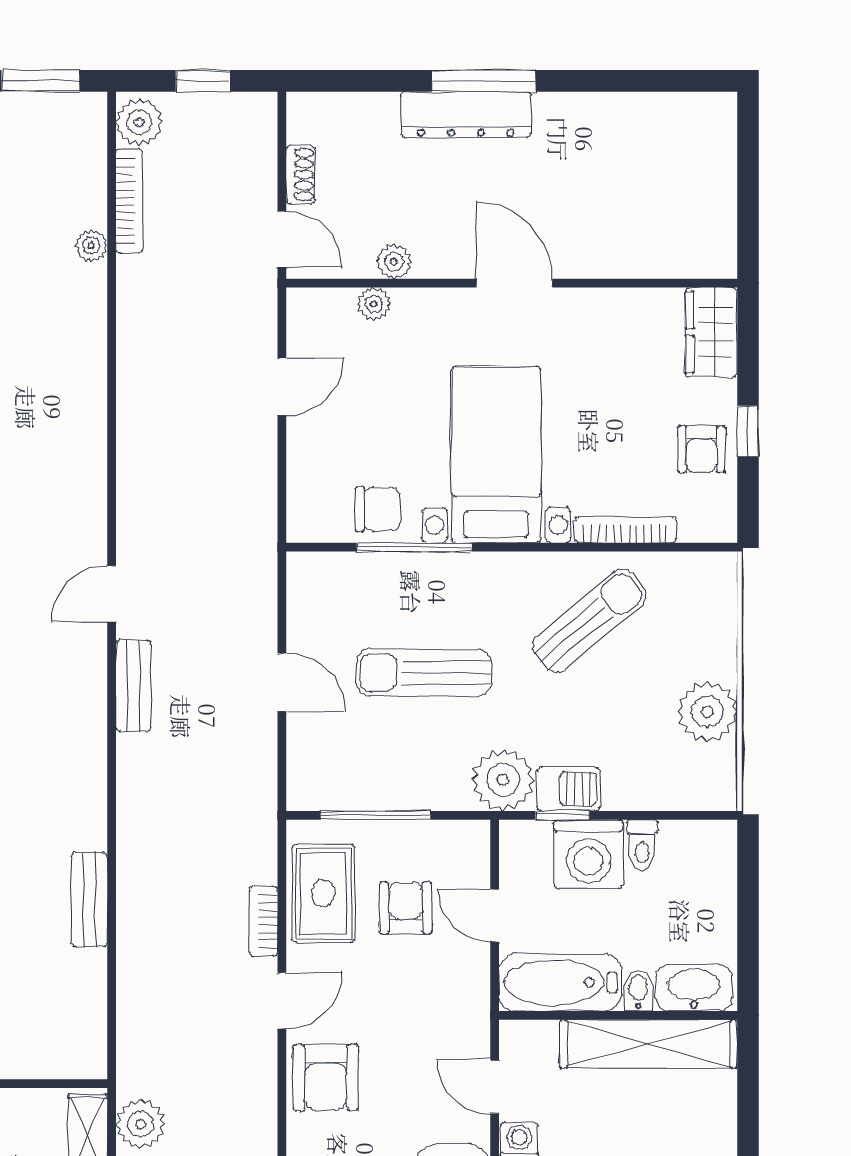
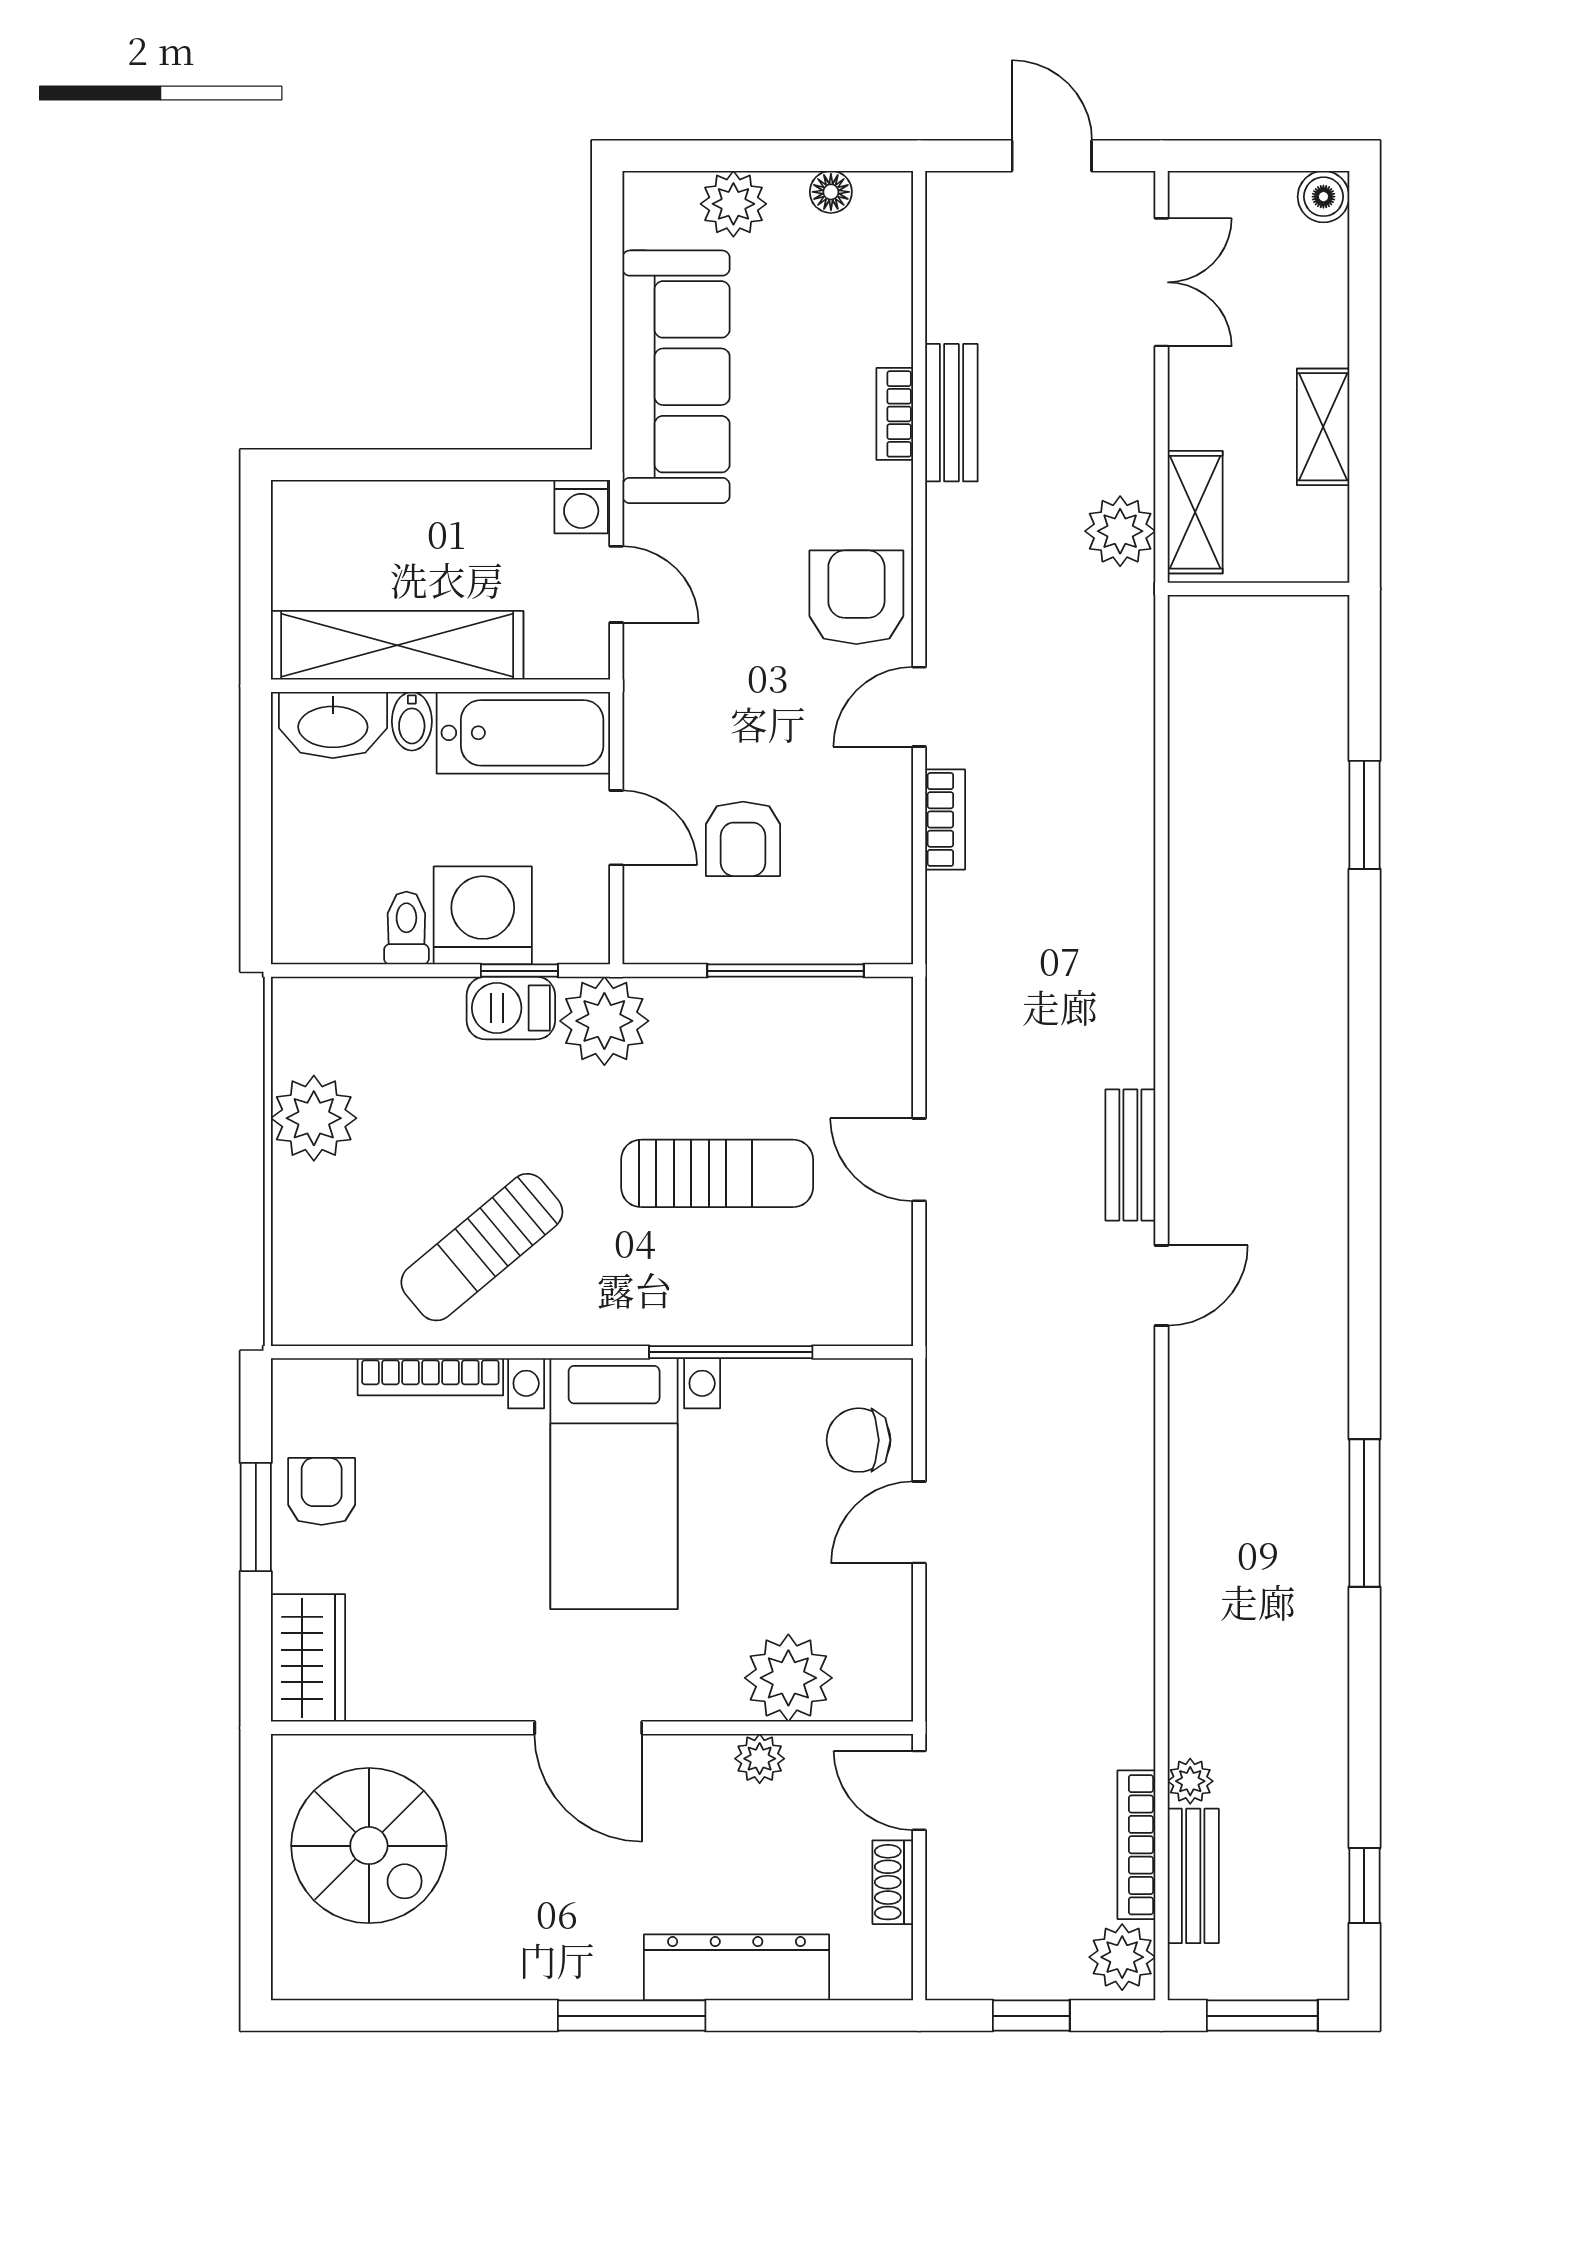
dresser: (466, 115) -> (737, 1967), moved
spiral stairs: (669, 200) -> (369, 1846), added
plant: (374, 304) -> (788, 1678), width x1.88, depth x1.88
door: (282, 387) -> (919, 1522), moved
window: (748, 431) -> (256, 1517), width x1.50
chair: (378, 509) -> (859, 1440), moved
rug: (323, 893) -> (860, 860), removed
bench: (89, 900) -> (1193, 1876), moved

